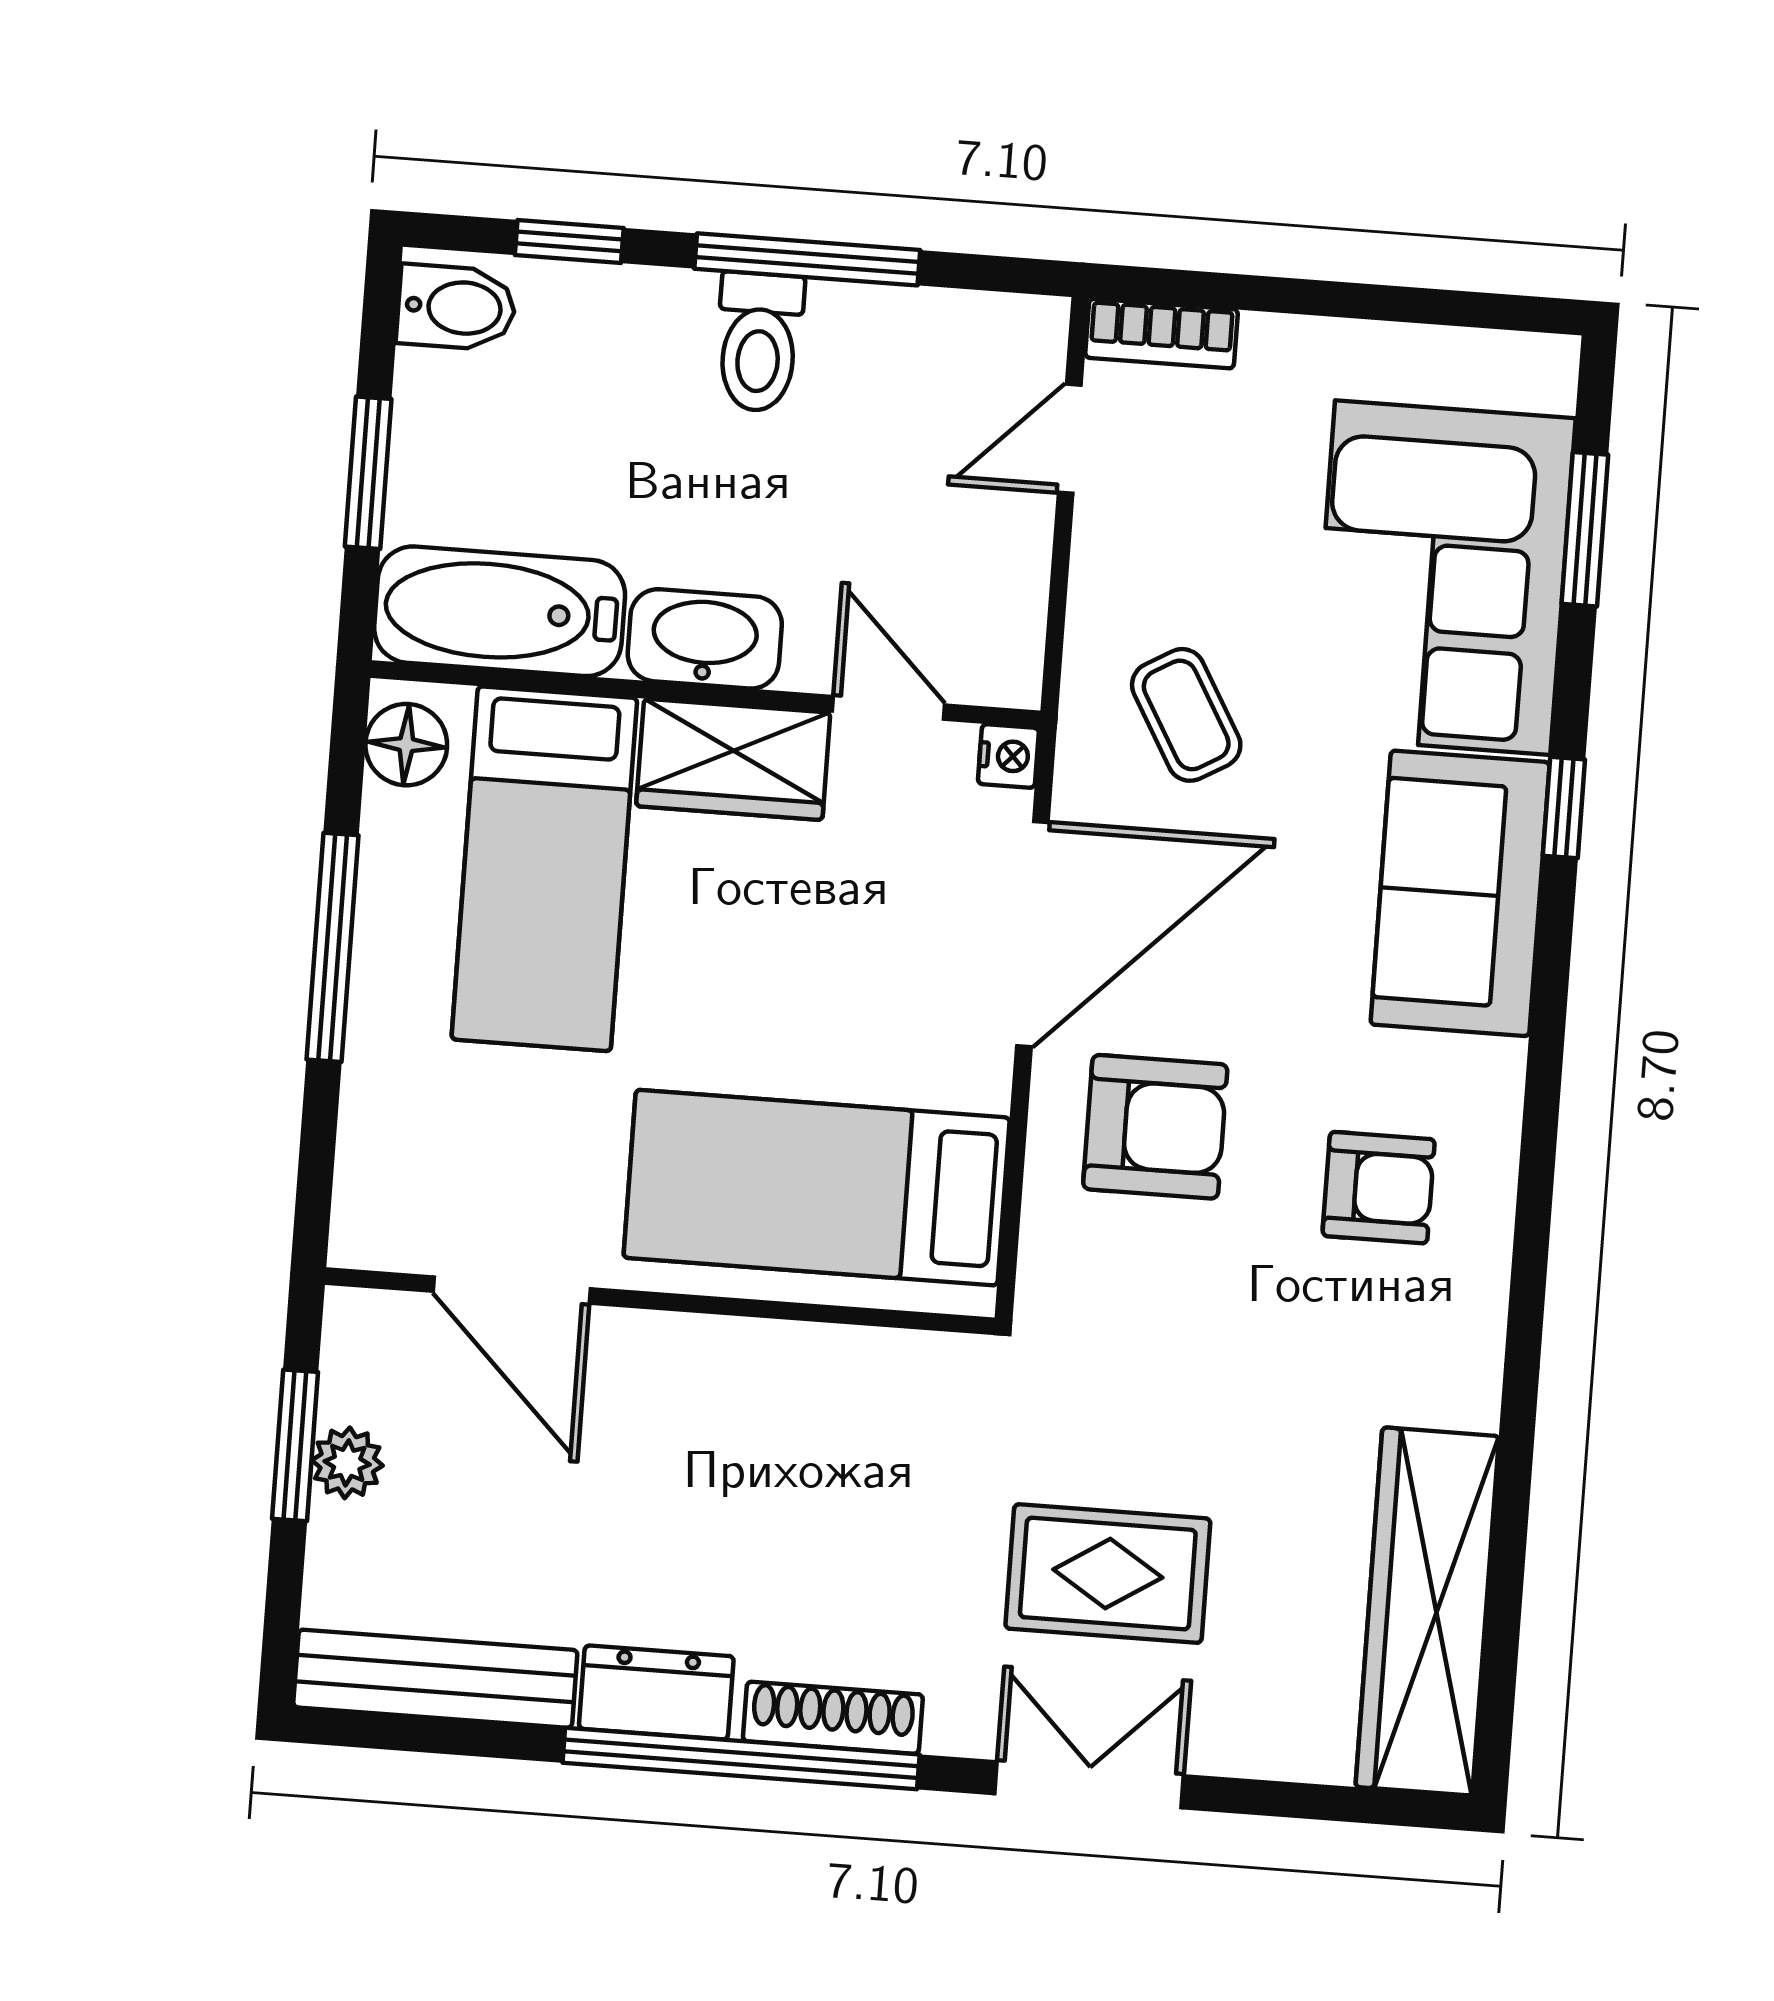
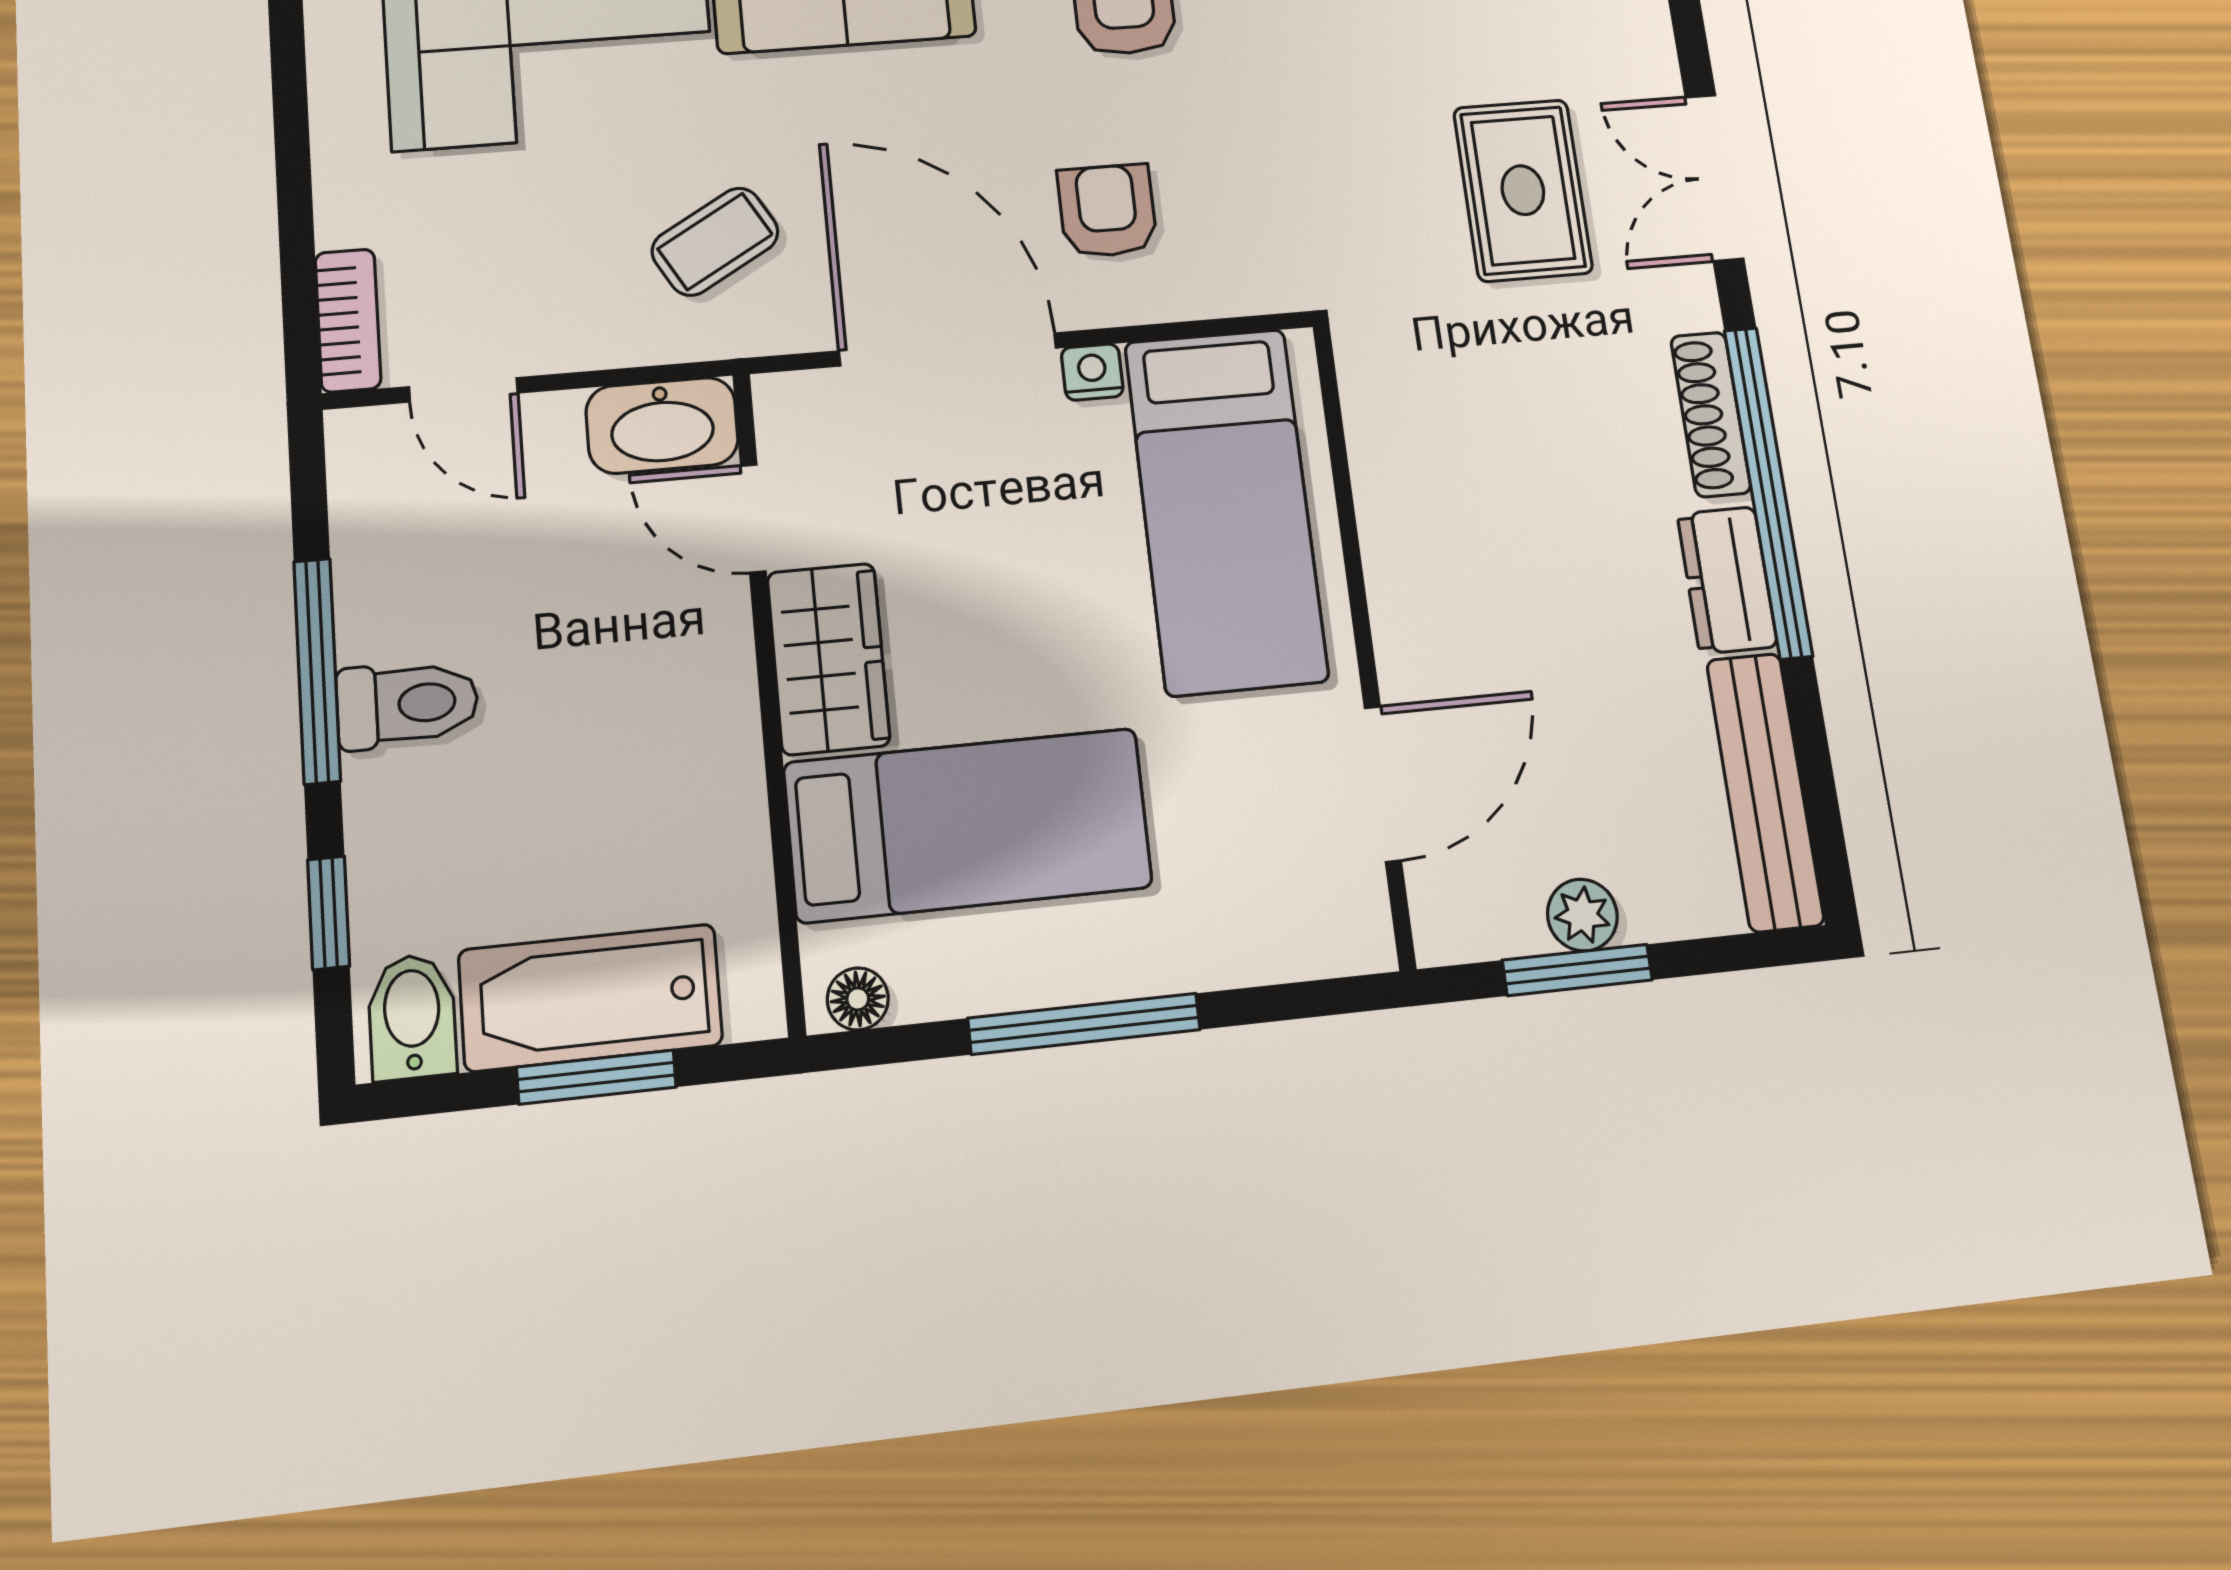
bathtub: (500, 611) -> (590, 997), moved, turned 90
washbasin: (705, 639) -> (662, 425), moved, turned -90
door: (888, 708) -> (753, 518), hinge flipped
floor lamp: (406, 745) -> (858, 999), width x0.73, depth x0.73
nightstand: (1008, 756) -> (1092, 372), moved
armchair: (1155, 1127) -> (1107, 211), width x0.72, depth x0.72

